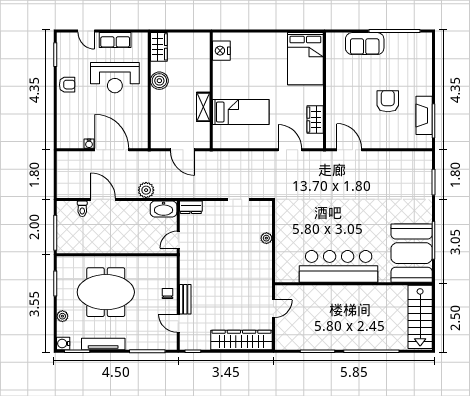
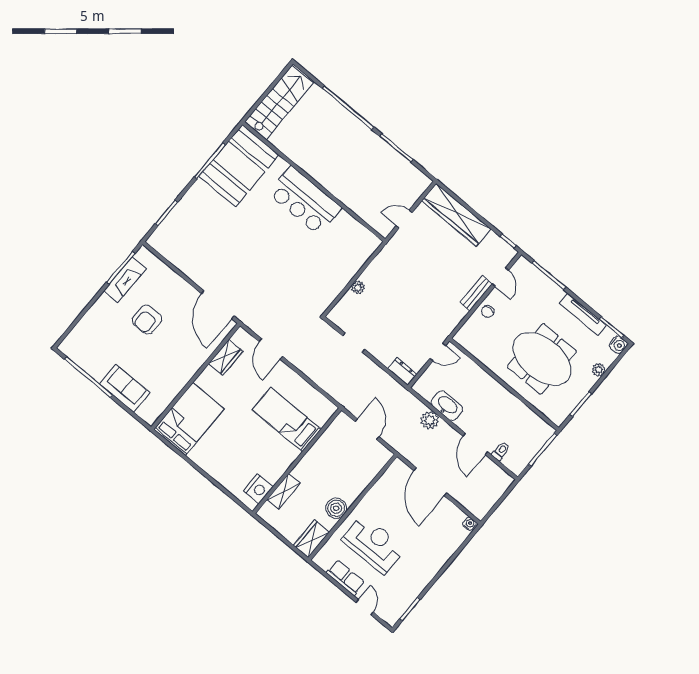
armchair: (67, 85) -> (422, 574), removed
shelving: (203, 107) -> (284, 491), moved
water cooler: (89, 144) -> (469, 524), moved
door: (349, 150) -> (218, 305), width x1.36
washbasin: (164, 209) -> (447, 406), moved
bar counter: (339, 266) -> (305, 201), width x0.73

